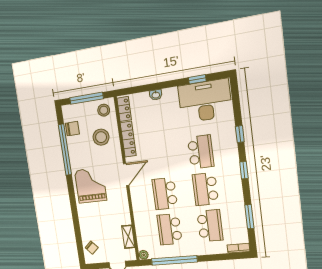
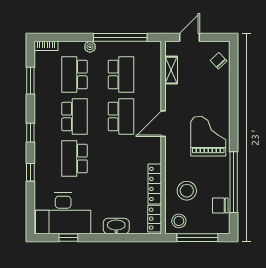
washbasin: (156, 95) -> (116, 226), width x1.91, depth x1.45
door: (126, 175) -> (163, 124), moved
grand piano: (91, 185) -> (208, 136), turned 180
plant: (144, 255) -> (90, 47), moved

